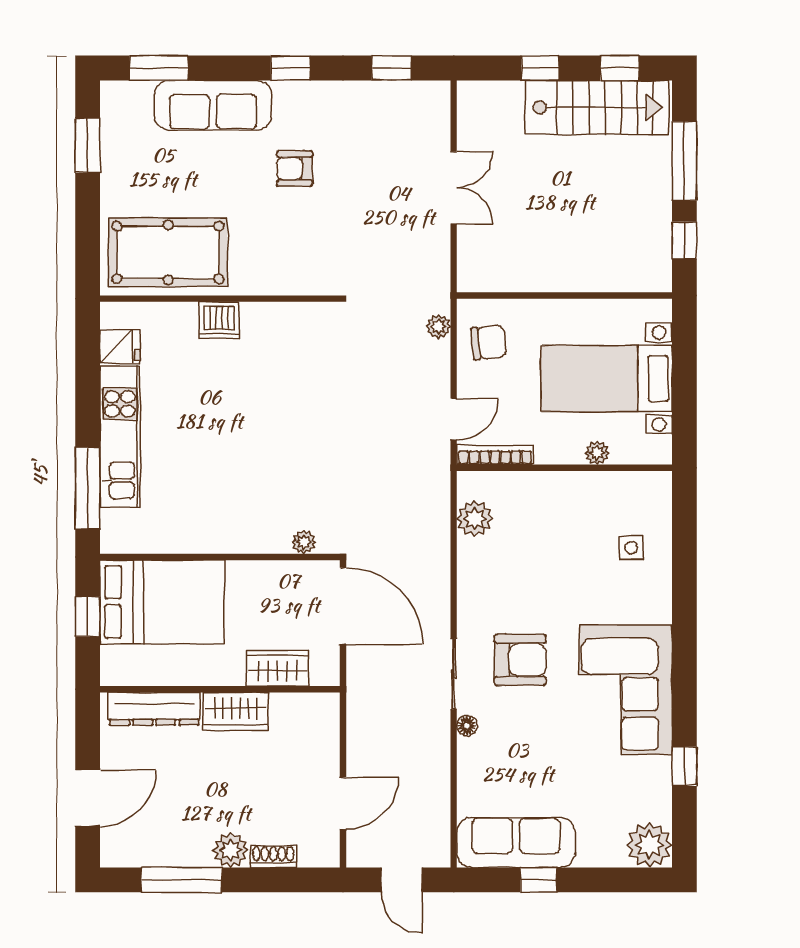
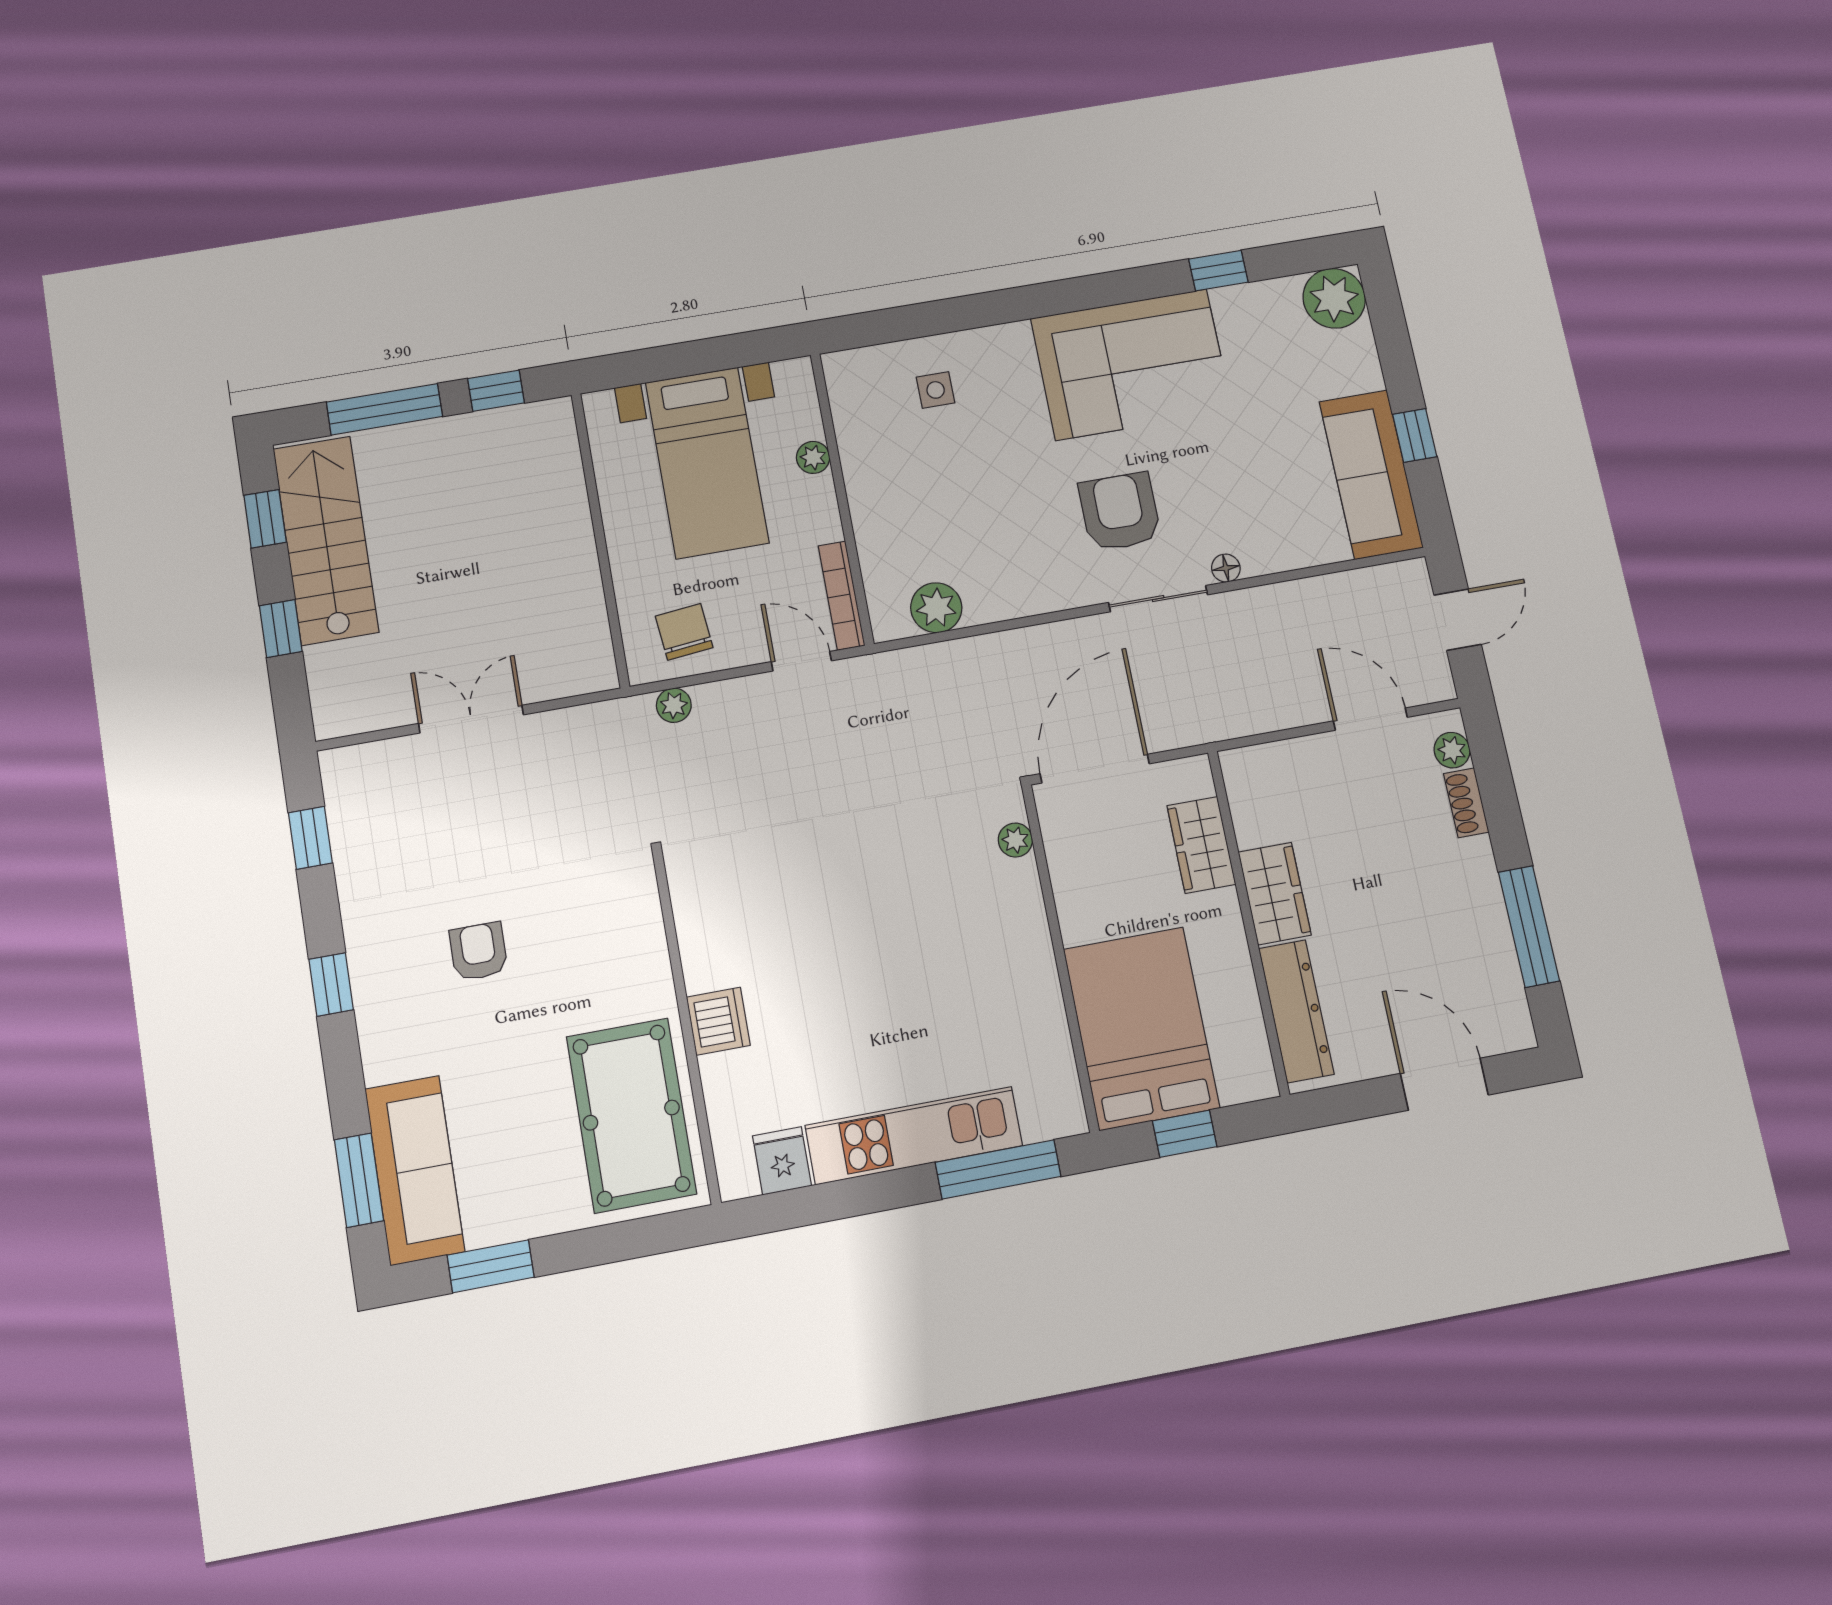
sofa: (213, 105) -> (415, 1170), moved
armchair: (295, 169) -> (478, 951), turned 180
plant: (231, 850) -> (1452, 750), moved, width x0.73, depth x0.73

